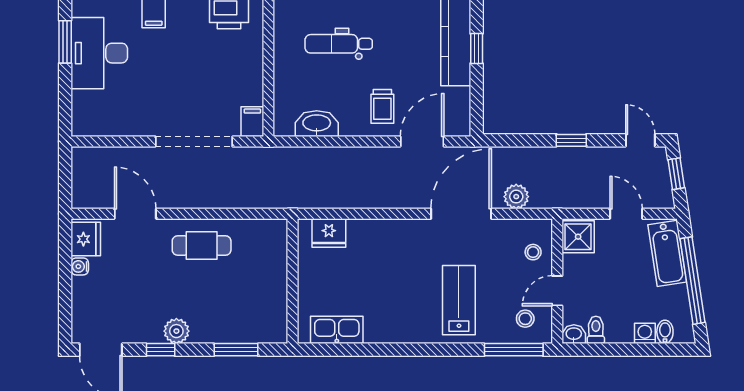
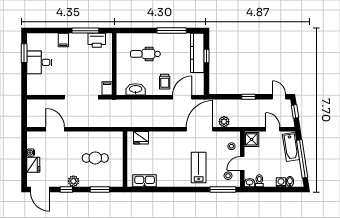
desk: (99, 53) -> (39, 62), width x0.73
fridge: (86, 239) -> (33, 165), moved
cafe table: (202, 246) -> (95, 158), moved

